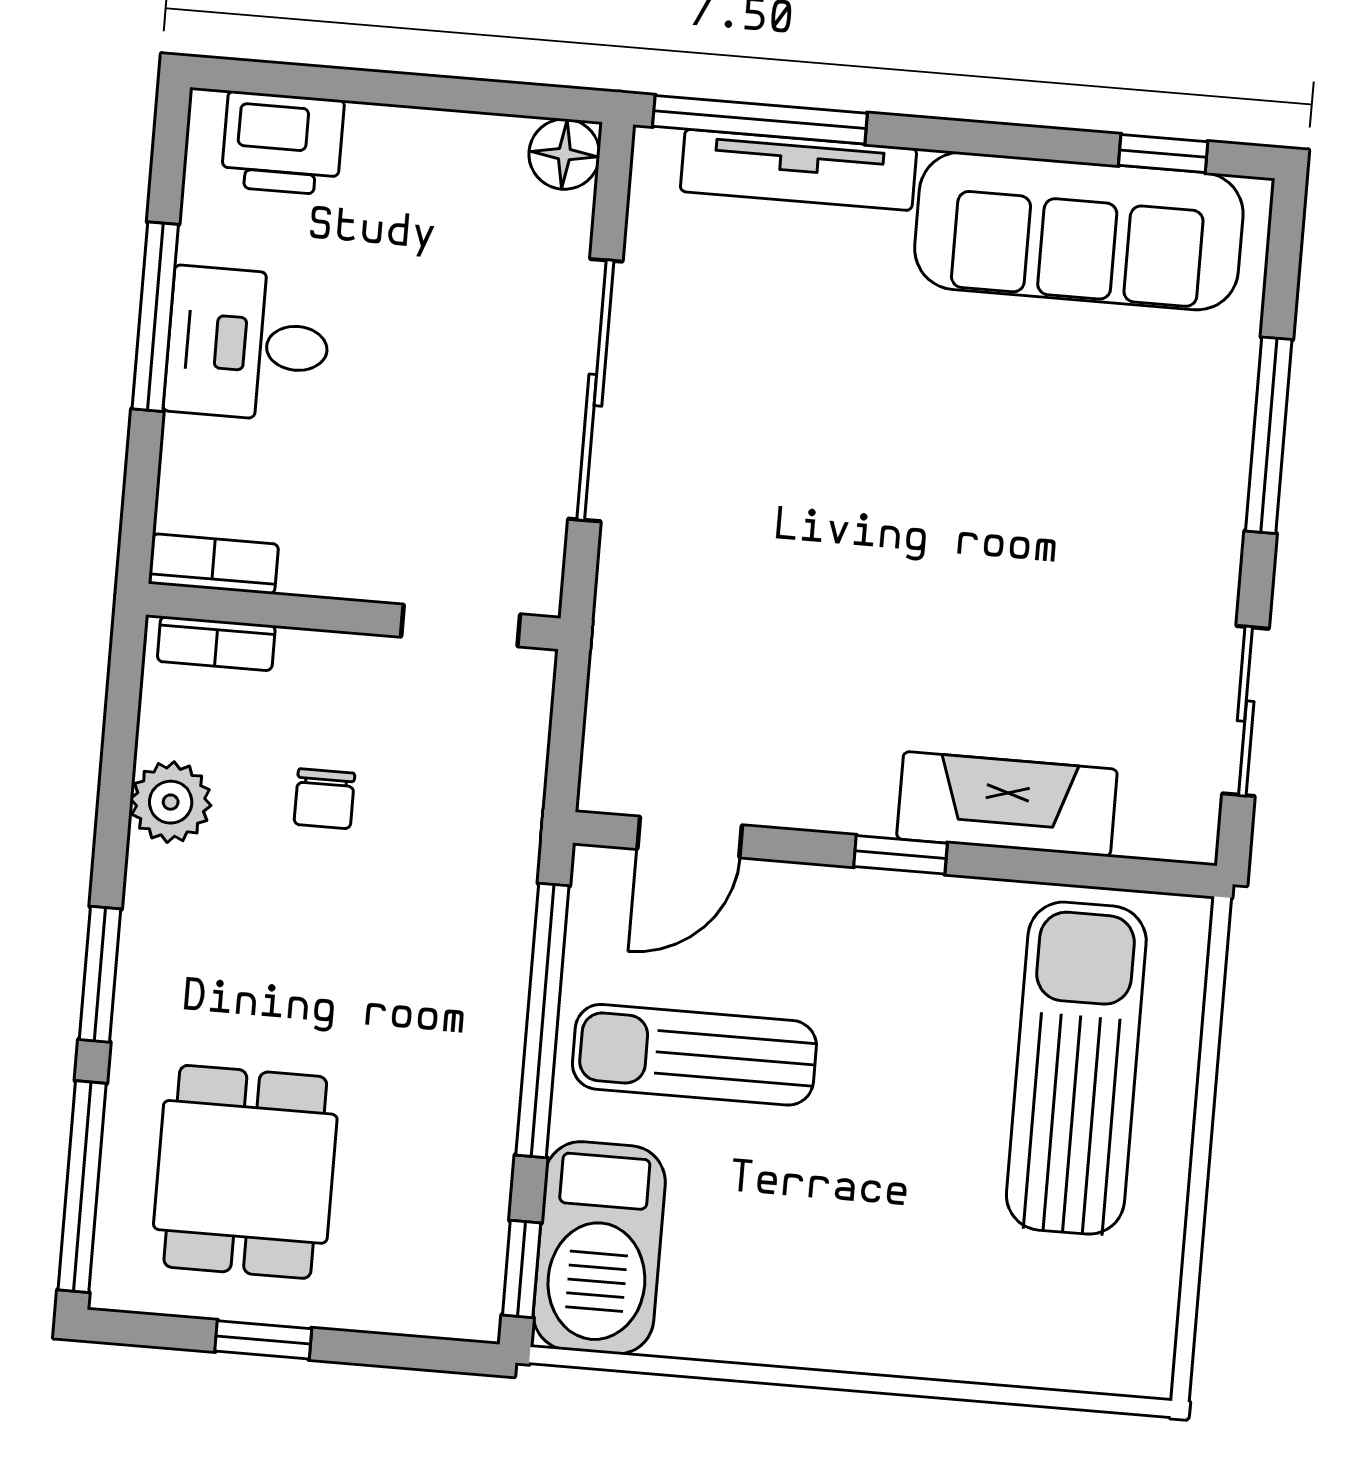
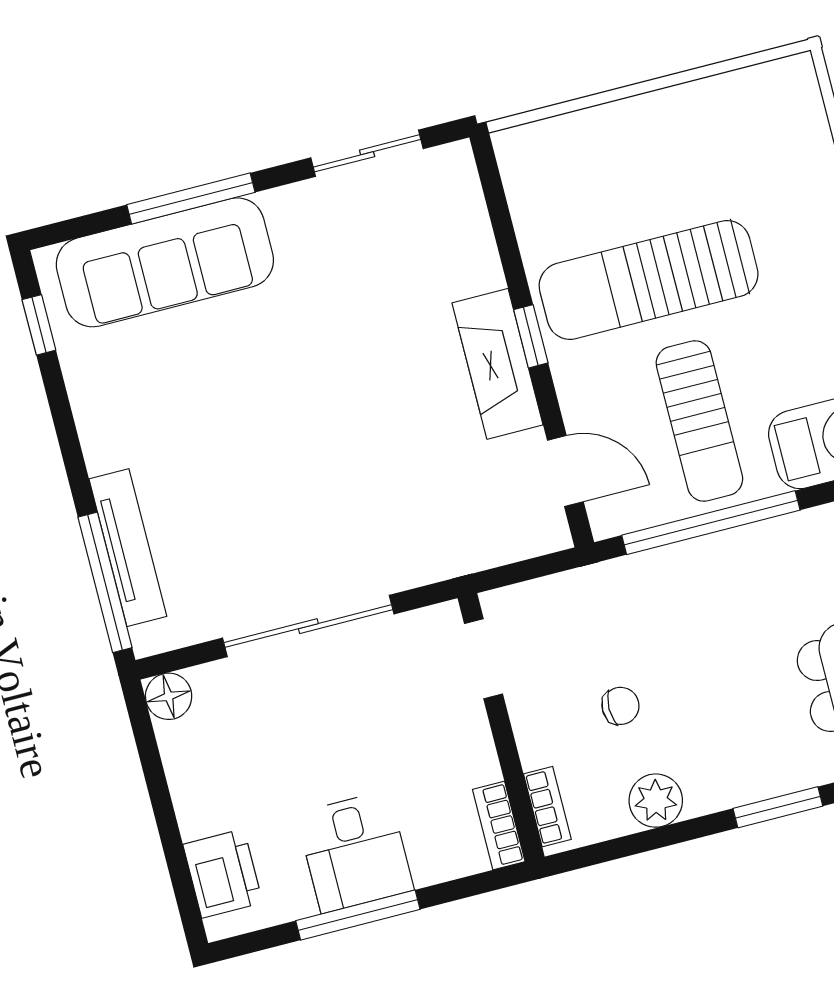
sofa: (1079, 231) -> (165, 262), moved, turned 90
fireplace: (1007, 804) -> (498, 364), moved
sun lounger: (1076, 1068) -> (649, 280), moved

